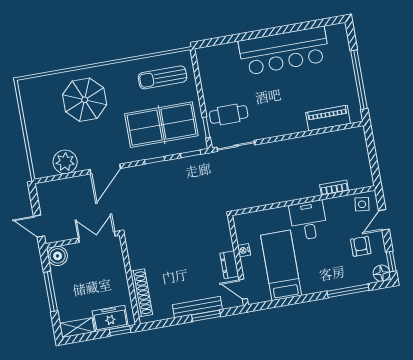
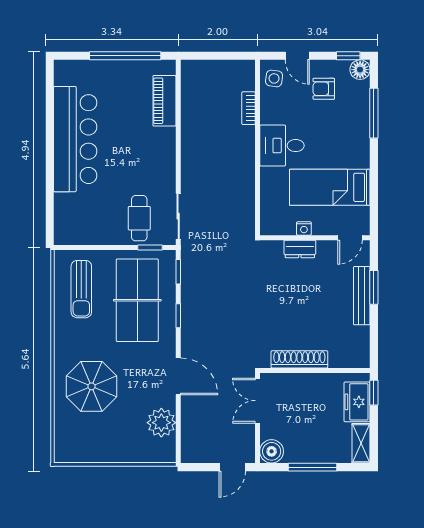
dresser: (229, 265) -> (300, 249), moved
shoe rack: (141, 293) -> (299, 359), moved

